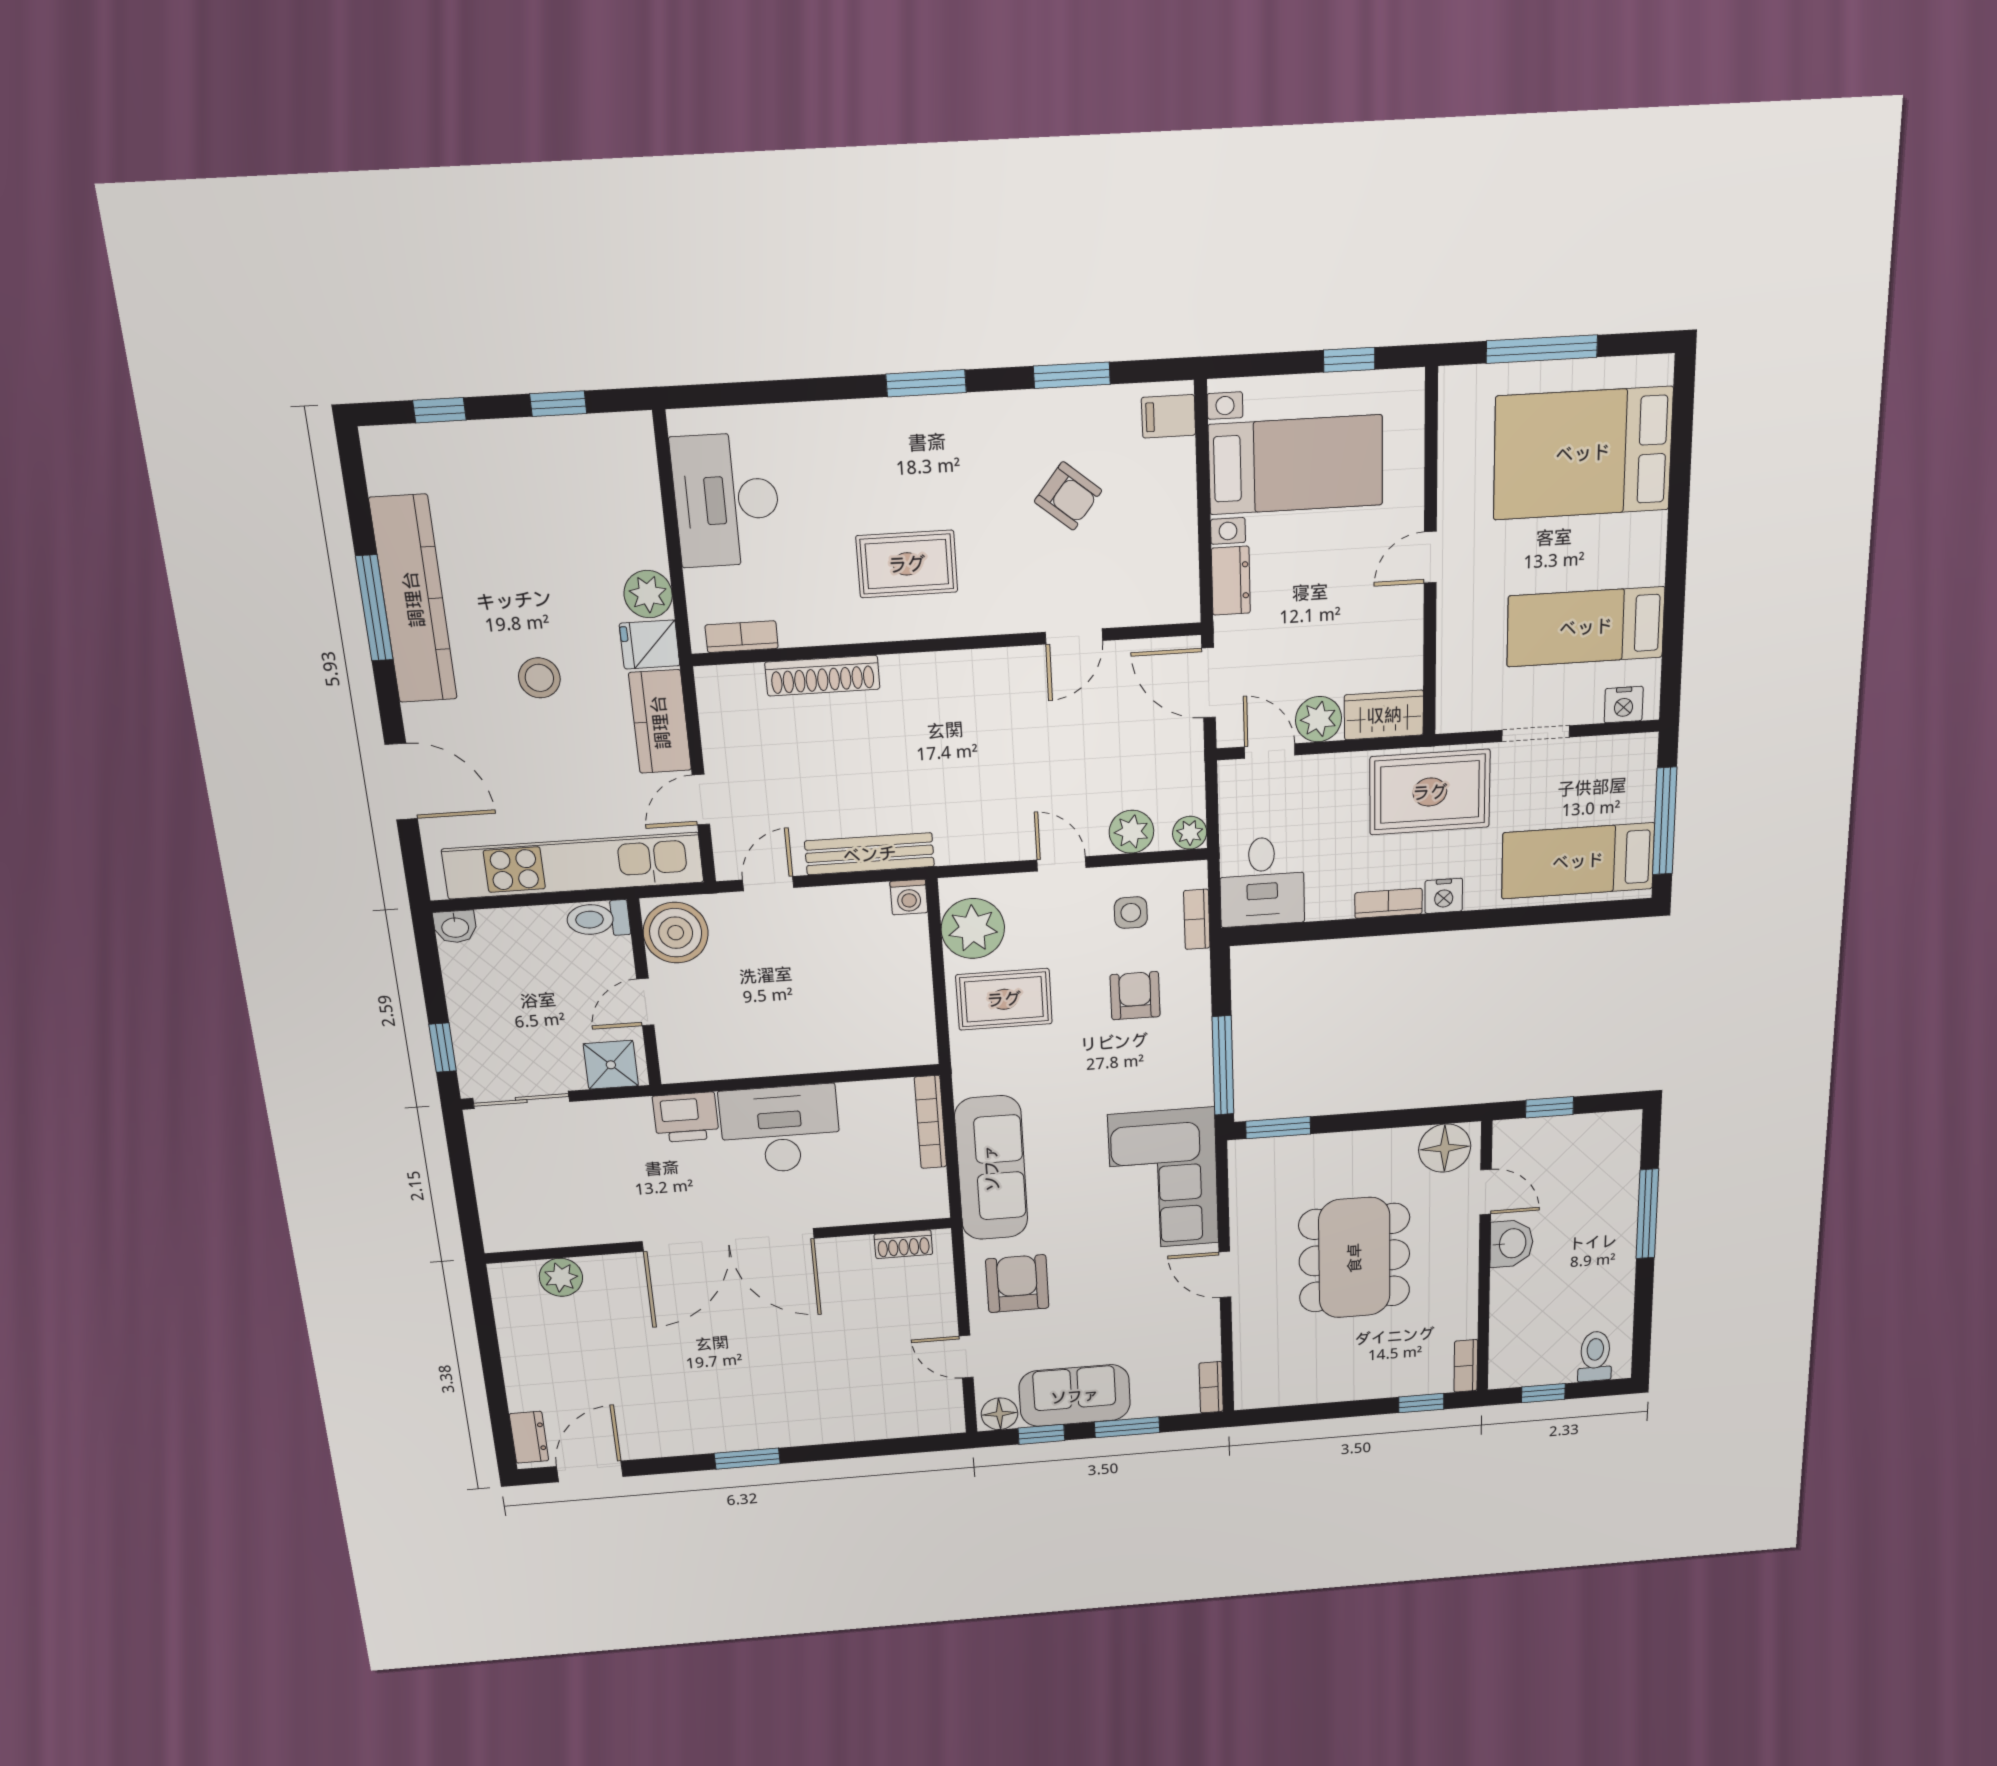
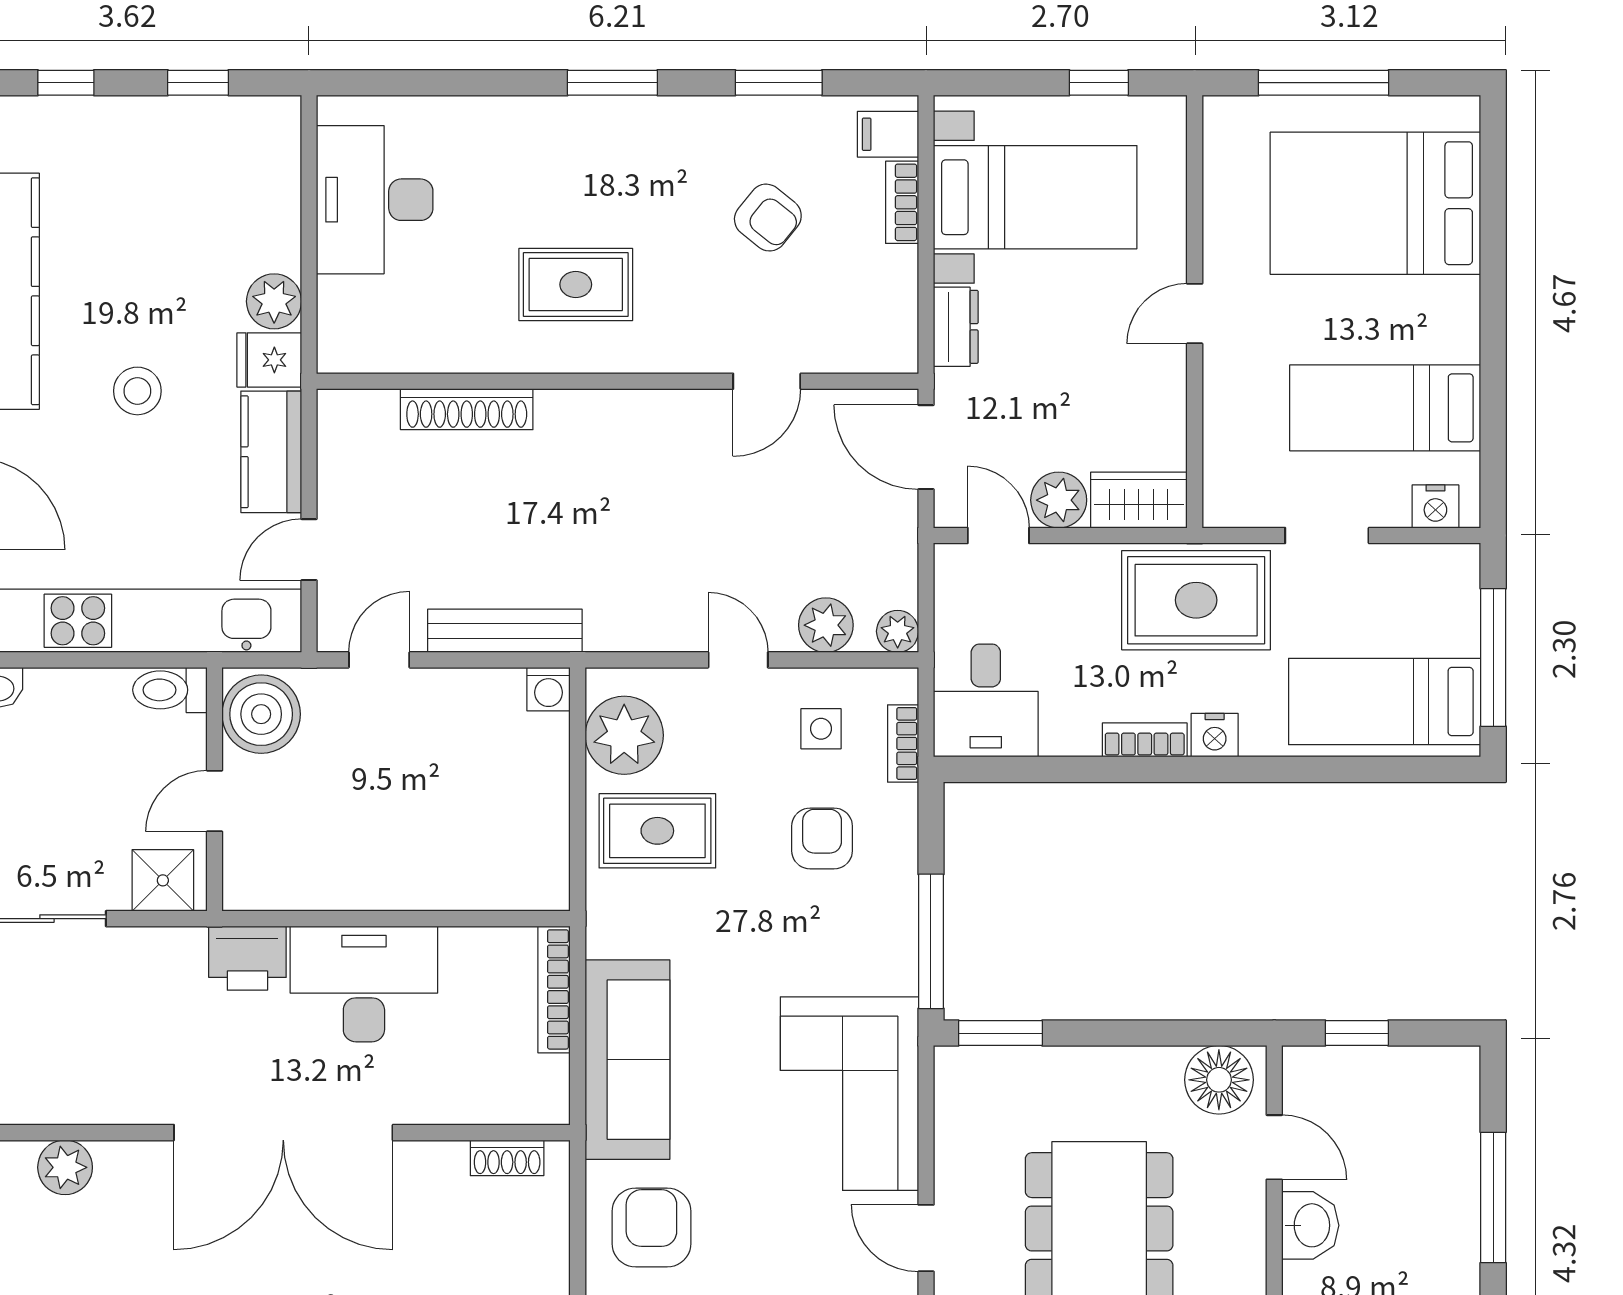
bookcase: (742, 637) -> (902, 202), moved, turned -90

